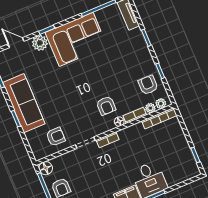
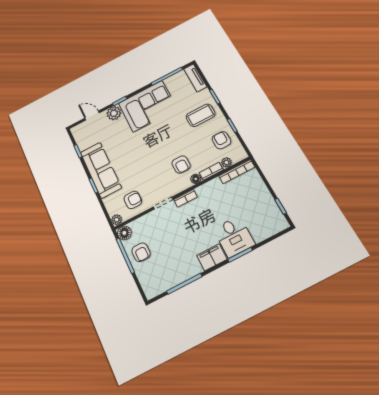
coffee table: (130, 56) -> (201, 115), added
plant: (161, 104) -> (117, 220), moved

